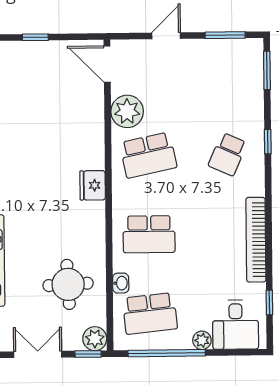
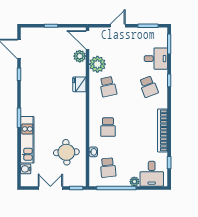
desk: (241, 99) -> (156, 59), added
school desk: (228, 154) -> (149, 87), turned -45
school desk: (148, 155) -> (108, 87), width x0.54
fridge: (93, 185) -> (79, 84), moved
school desk: (149, 234) -> (108, 127), width x0.54
school desk: (150, 313) -> (108, 168), width x0.54
plant: (95, 339) -> (80, 56), moved

